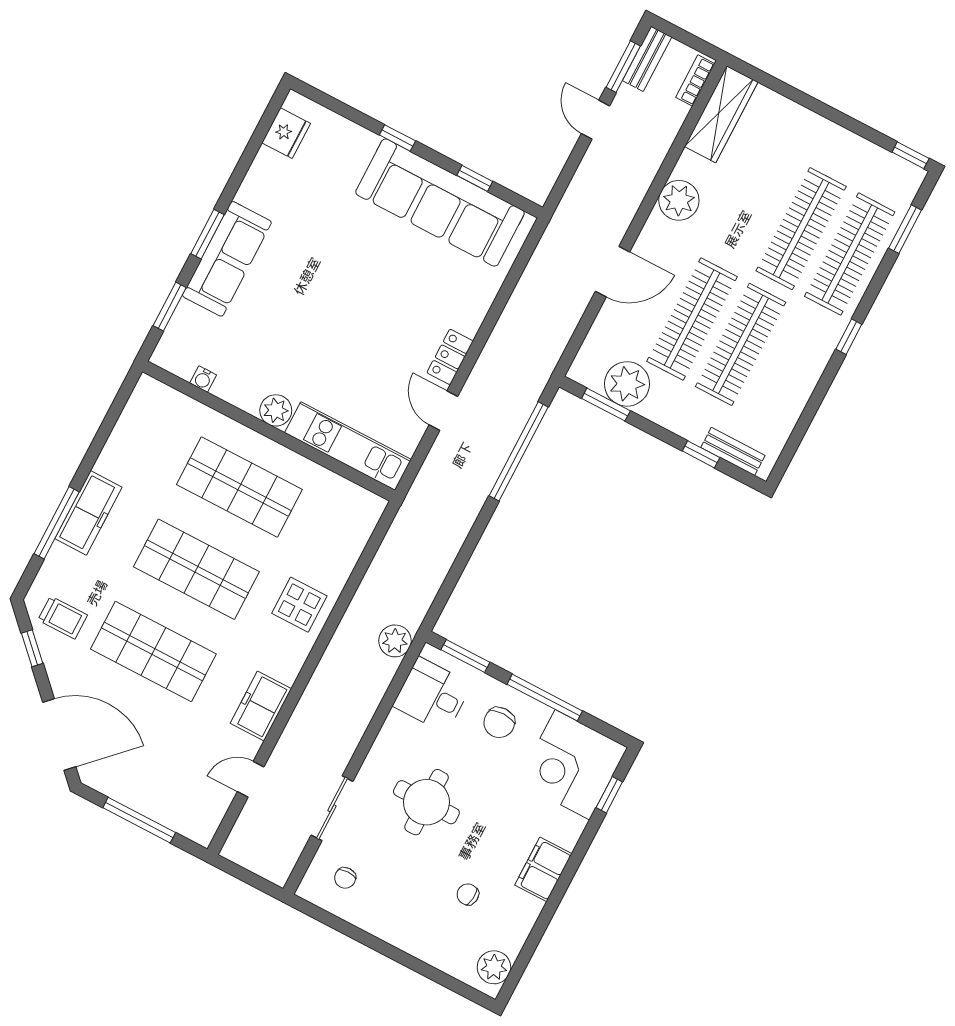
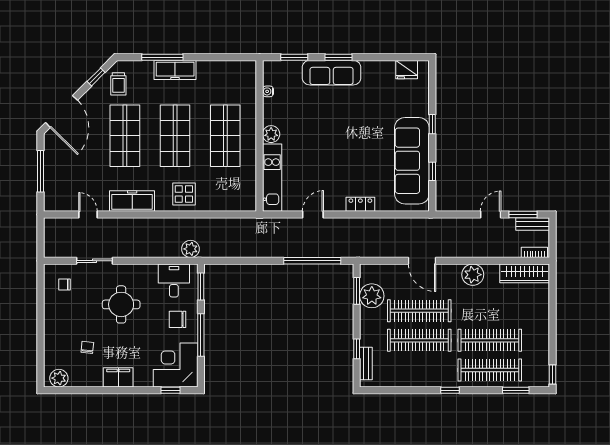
locker: (450, 357) -> (360, 204), moved
freezer: (261, 706) -> (132, 201), width x1.40

